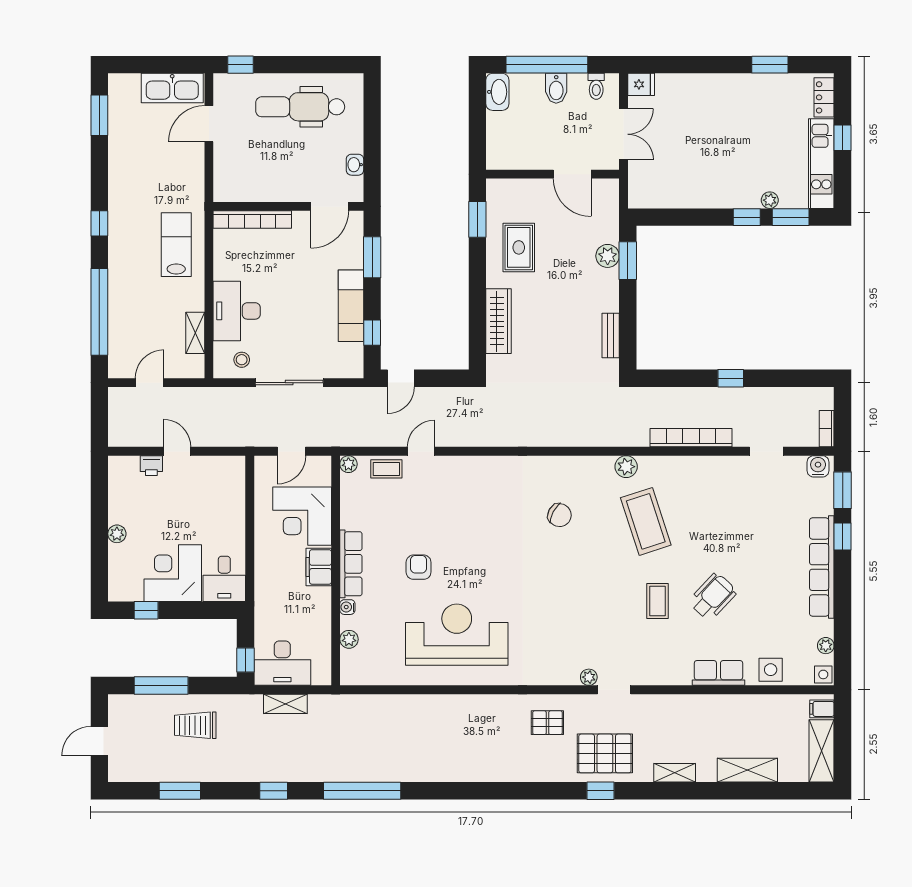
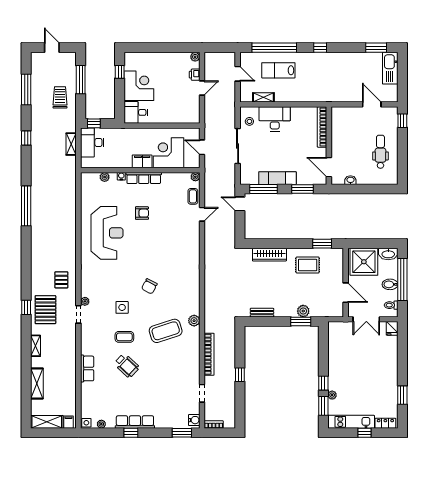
kitchen sink: (172, 88) -> (390, 68), moved
dental chair: (300, 107) -> (380, 152), width x0.73, depth x0.72
shower: (513, 139) -> (364, 262), added
door: (572, 174) -> (346, 293), swing flipped
lab bench: (176, 245) -> (278, 70), moved, turned 180
window: (372, 333) -> (263, 189), width x2.17
door: (421, 451) -> (202, 214), hinge flipped
chair: (560, 515) -> (149, 286), moved
plant: (117, 534) -> (195, 57), moved
window: (843, 536) -> (131, 433), moved
row of seats: (822, 567) -> (135, 422), width x0.73
side table: (771, 670) -> (122, 307), moved
window: (180, 791) -> (26, 89), width x1.44
window: (362, 791) -> (26, 206), moved

